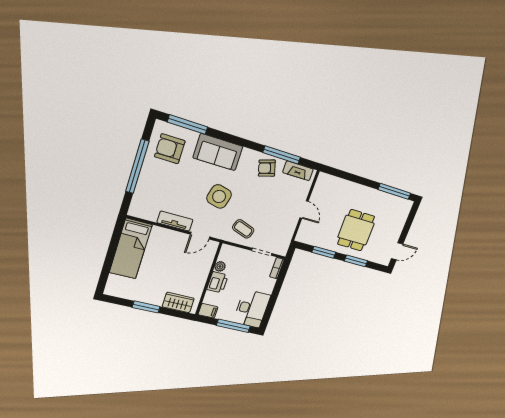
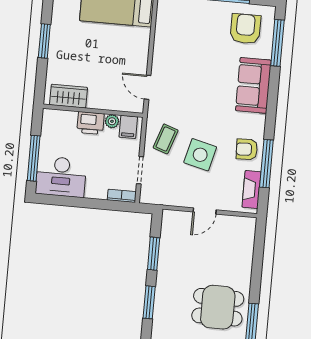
armchair: (267, 168) -> (247, 149), turned -75
side table: (219, 196) -> (200, 155), moved
tv unit: (175, 221) -> (160, 53), removed
dining table: (356, 230) -> (218, 307), moved
wardrobe: (178, 302) -> (69, 96), moved, turned -90
filing cabinet: (208, 311) -> (128, 127), moved

